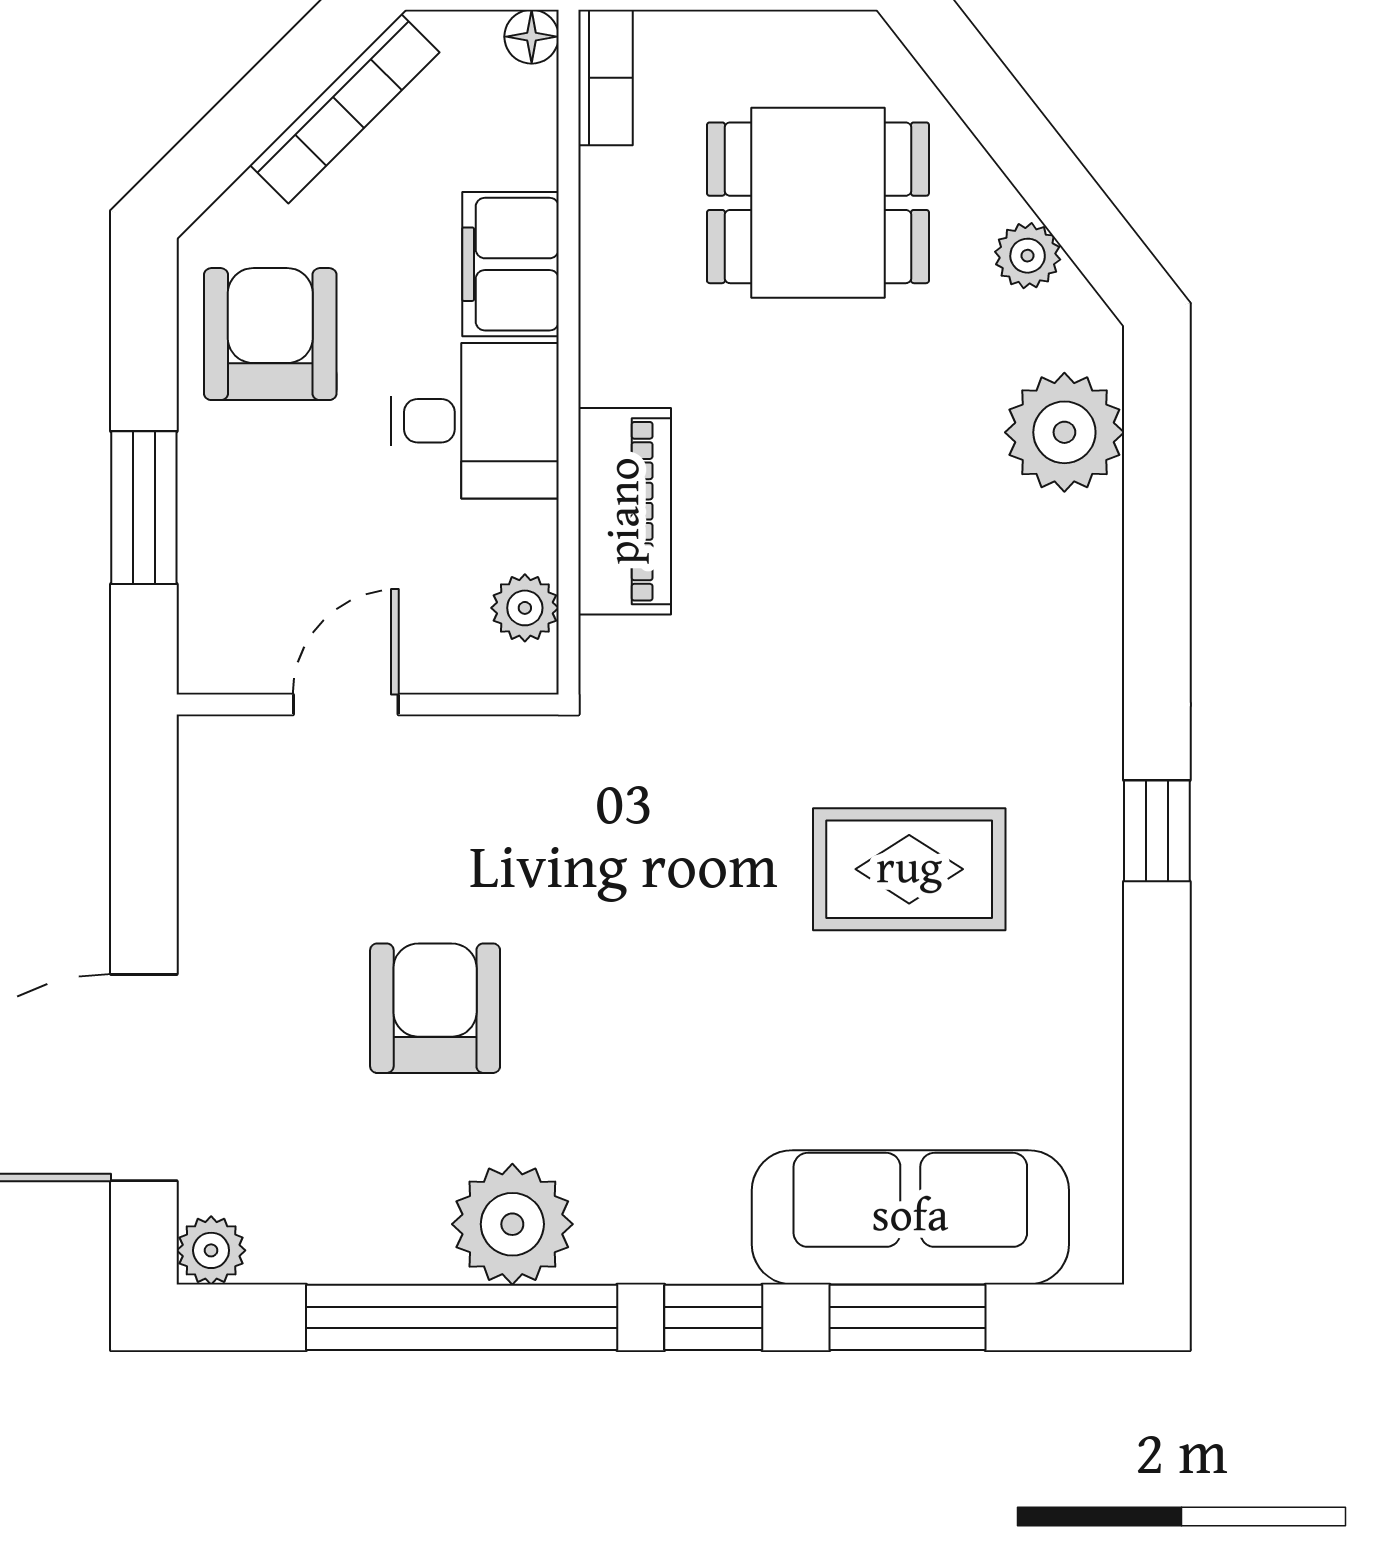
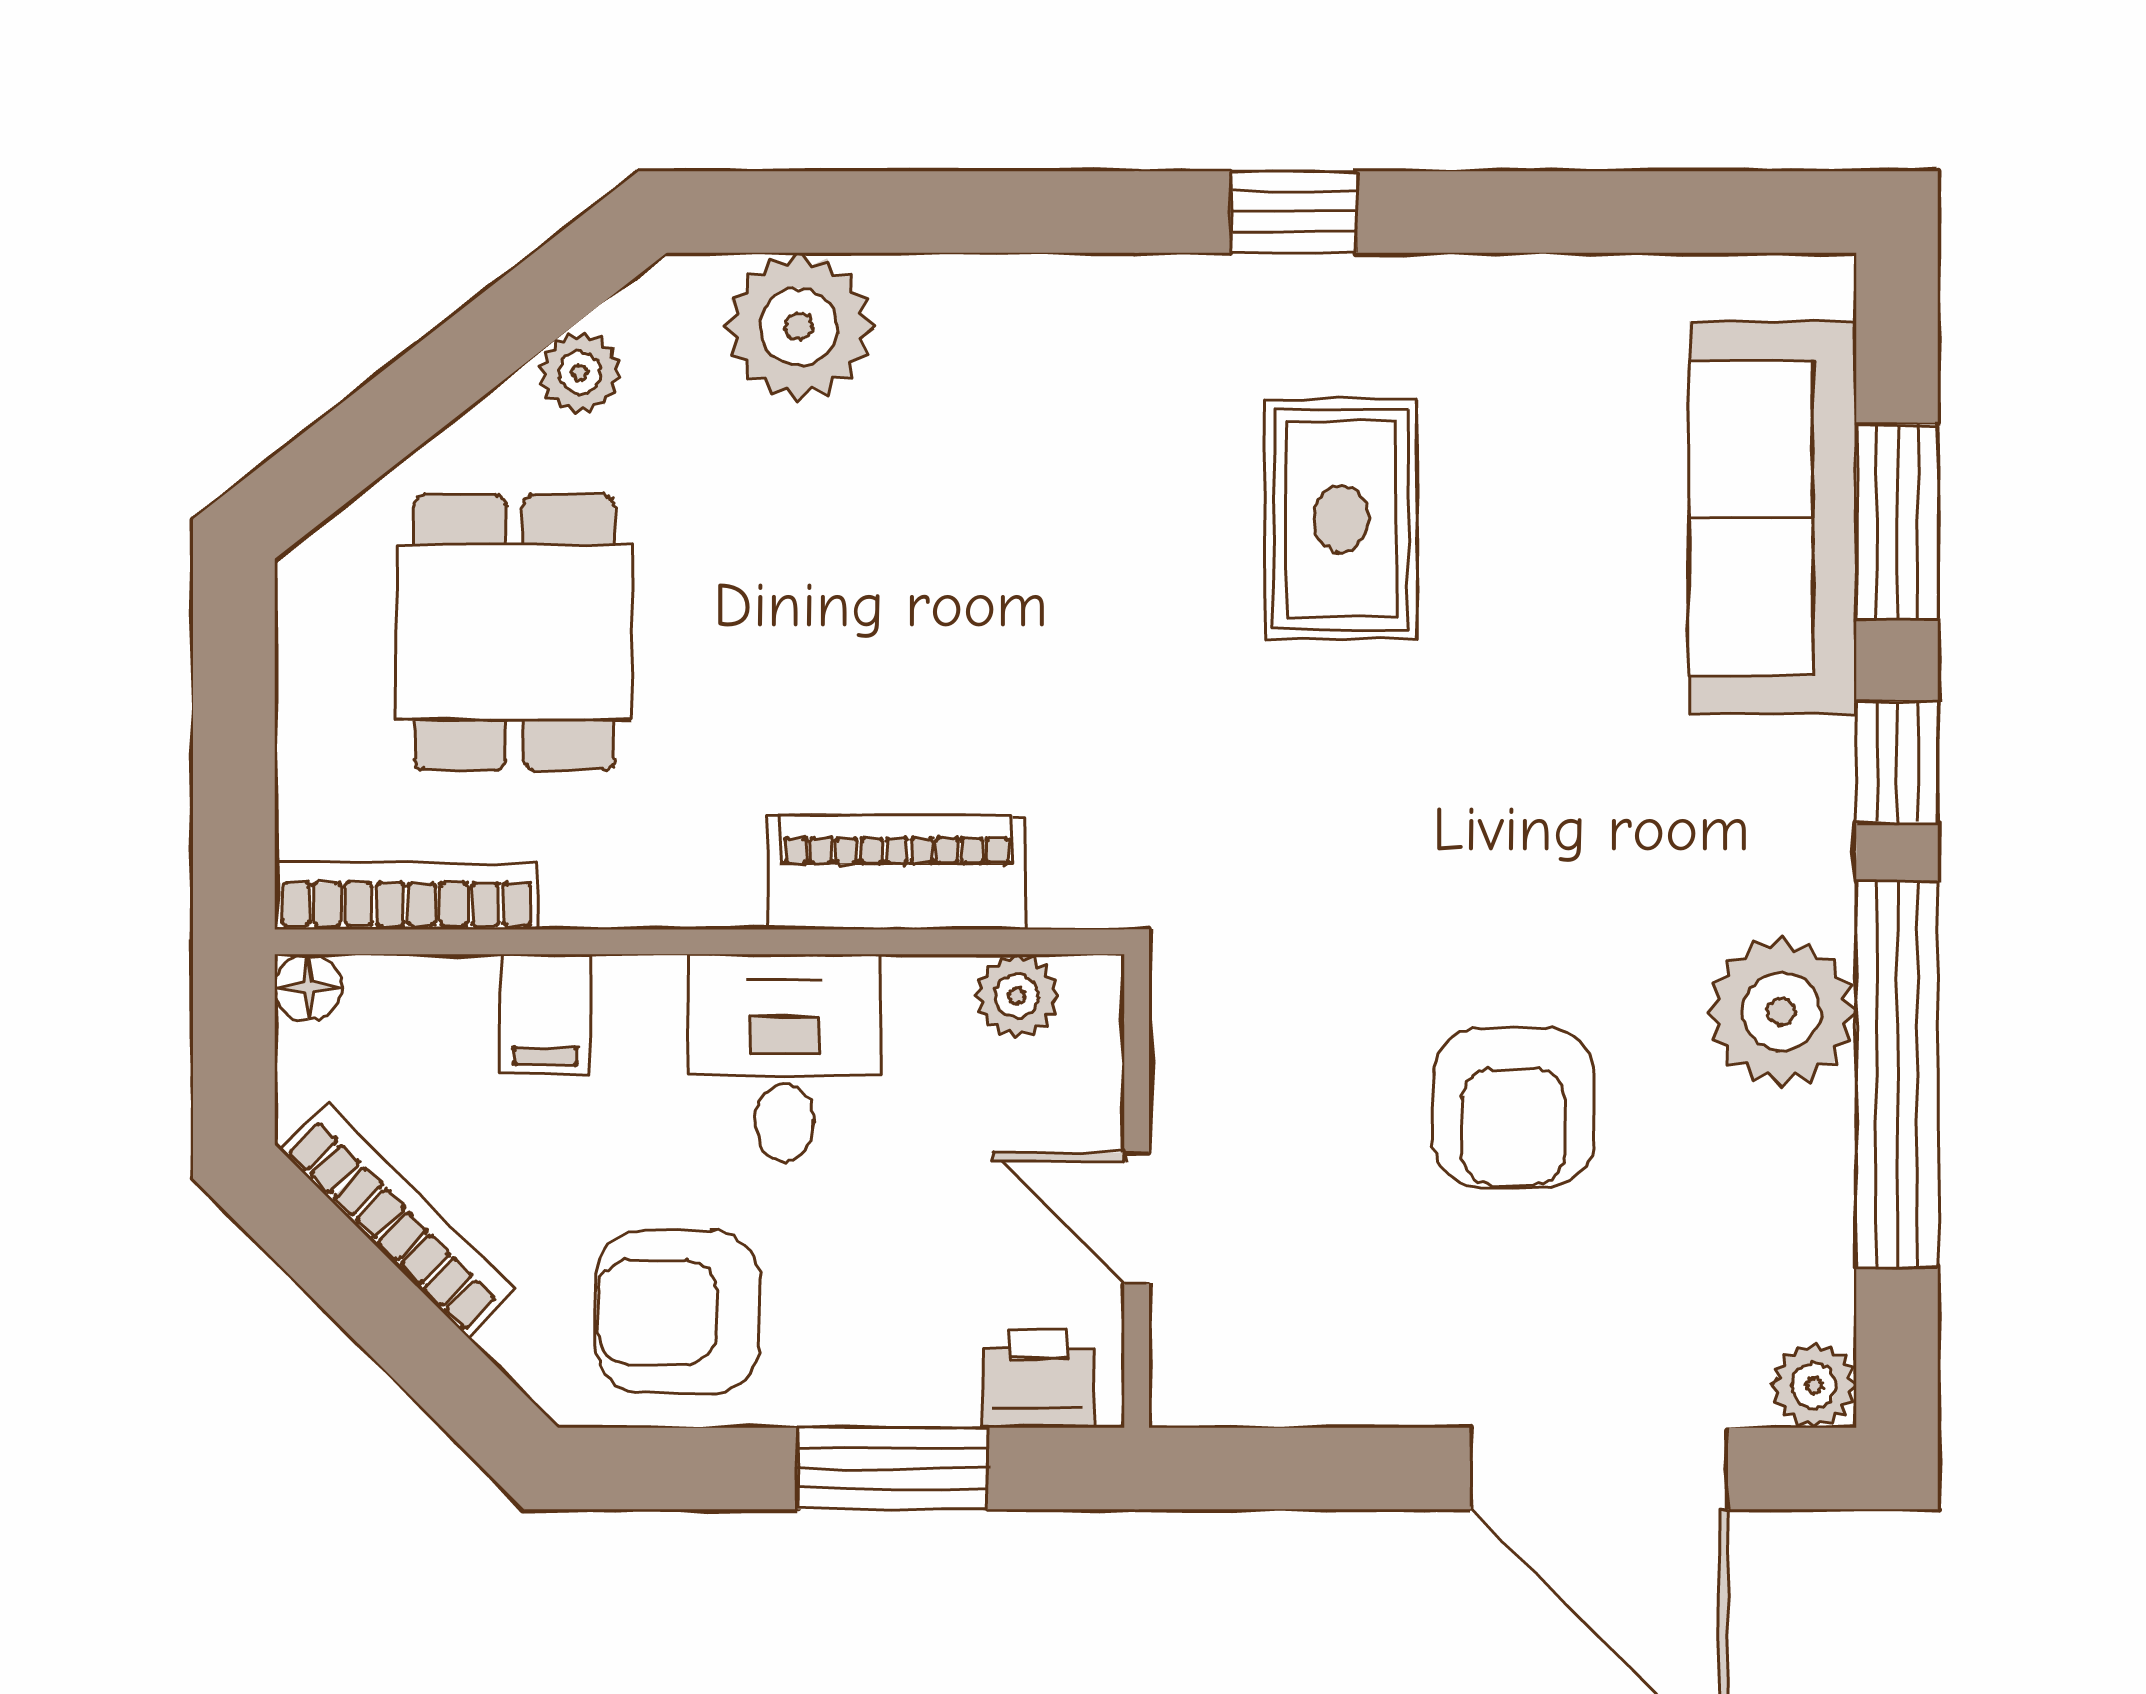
bookcase: (605, 78) -> (406, 896), width x1.56
filing cabinet: (510, 264) -> (546, 1014), width x0.50
printer: (217, 625) -> (1038, 1378), added
armchair: (435, 1008) -> (1513, 1107), turned -90

